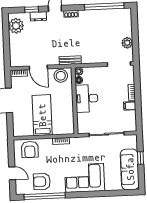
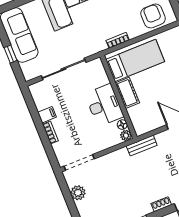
stool: (61, 76) -> (147, 122), removed
cot: (67, 101) -> (127, 93), added
bed: (42, 115) -> (135, 60), moved, turned -90

